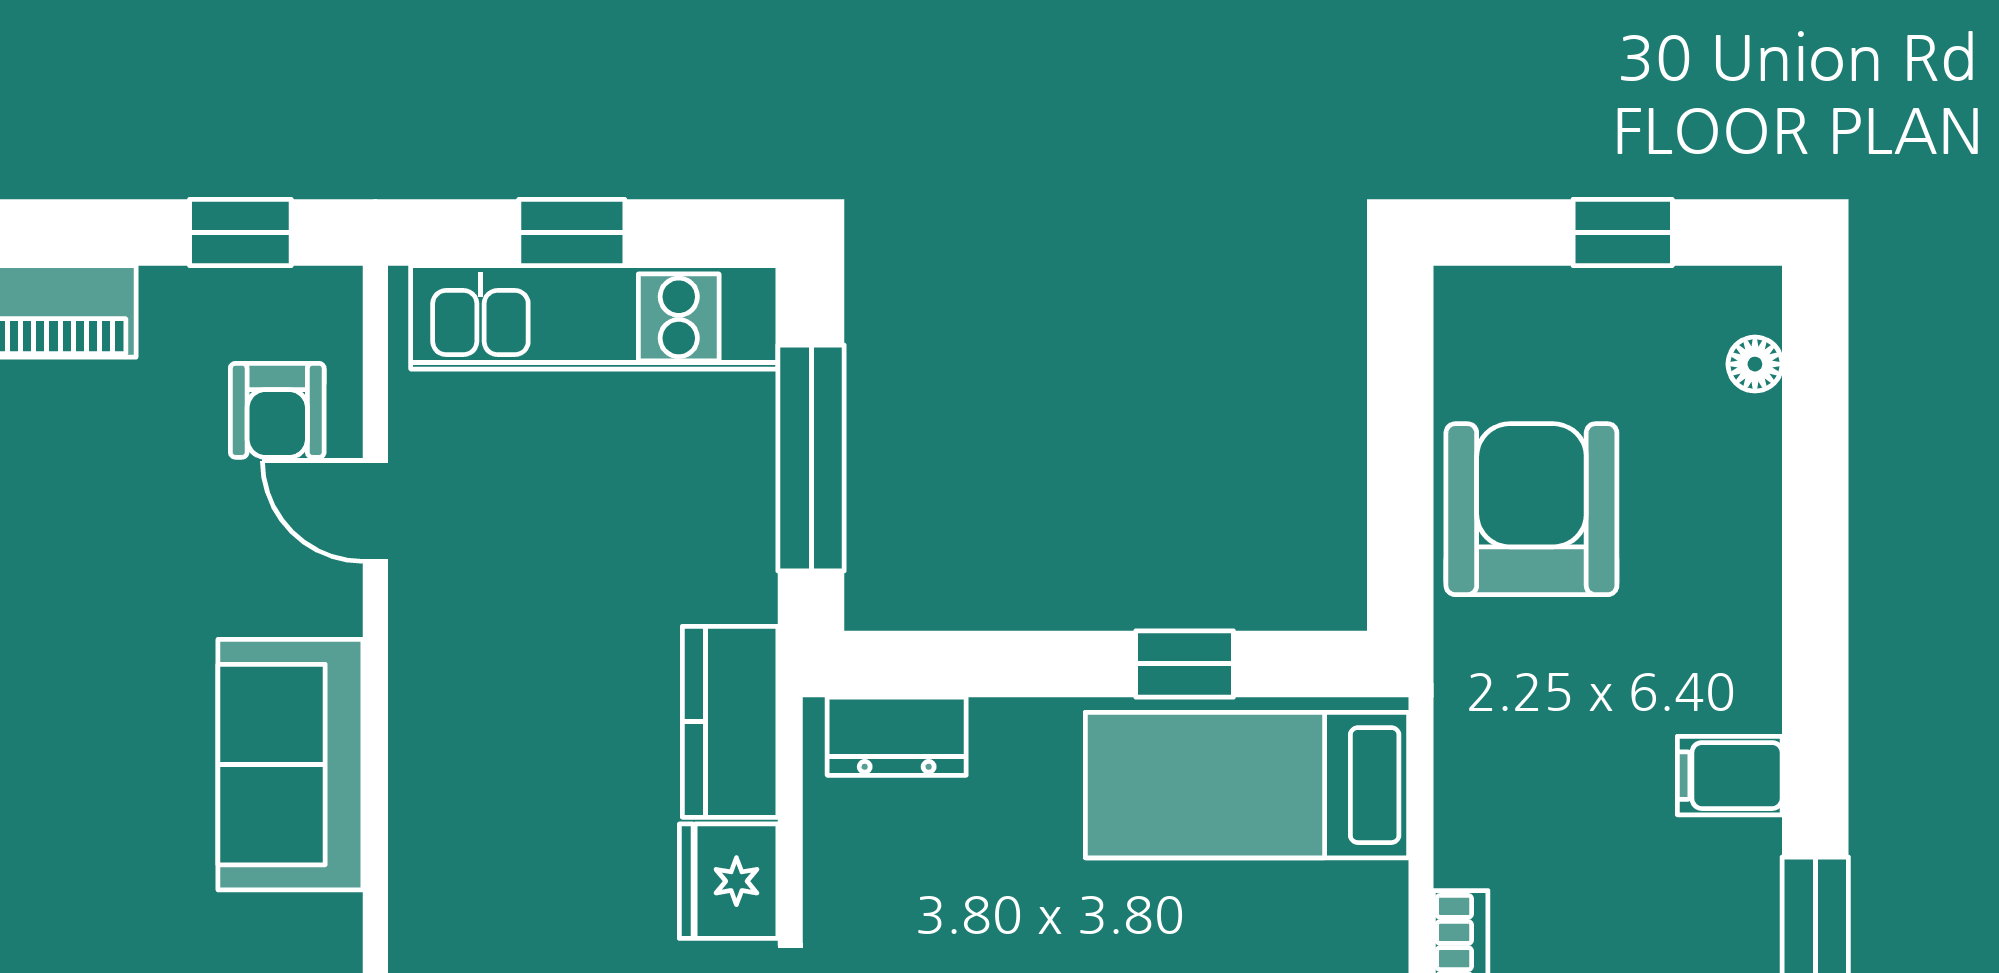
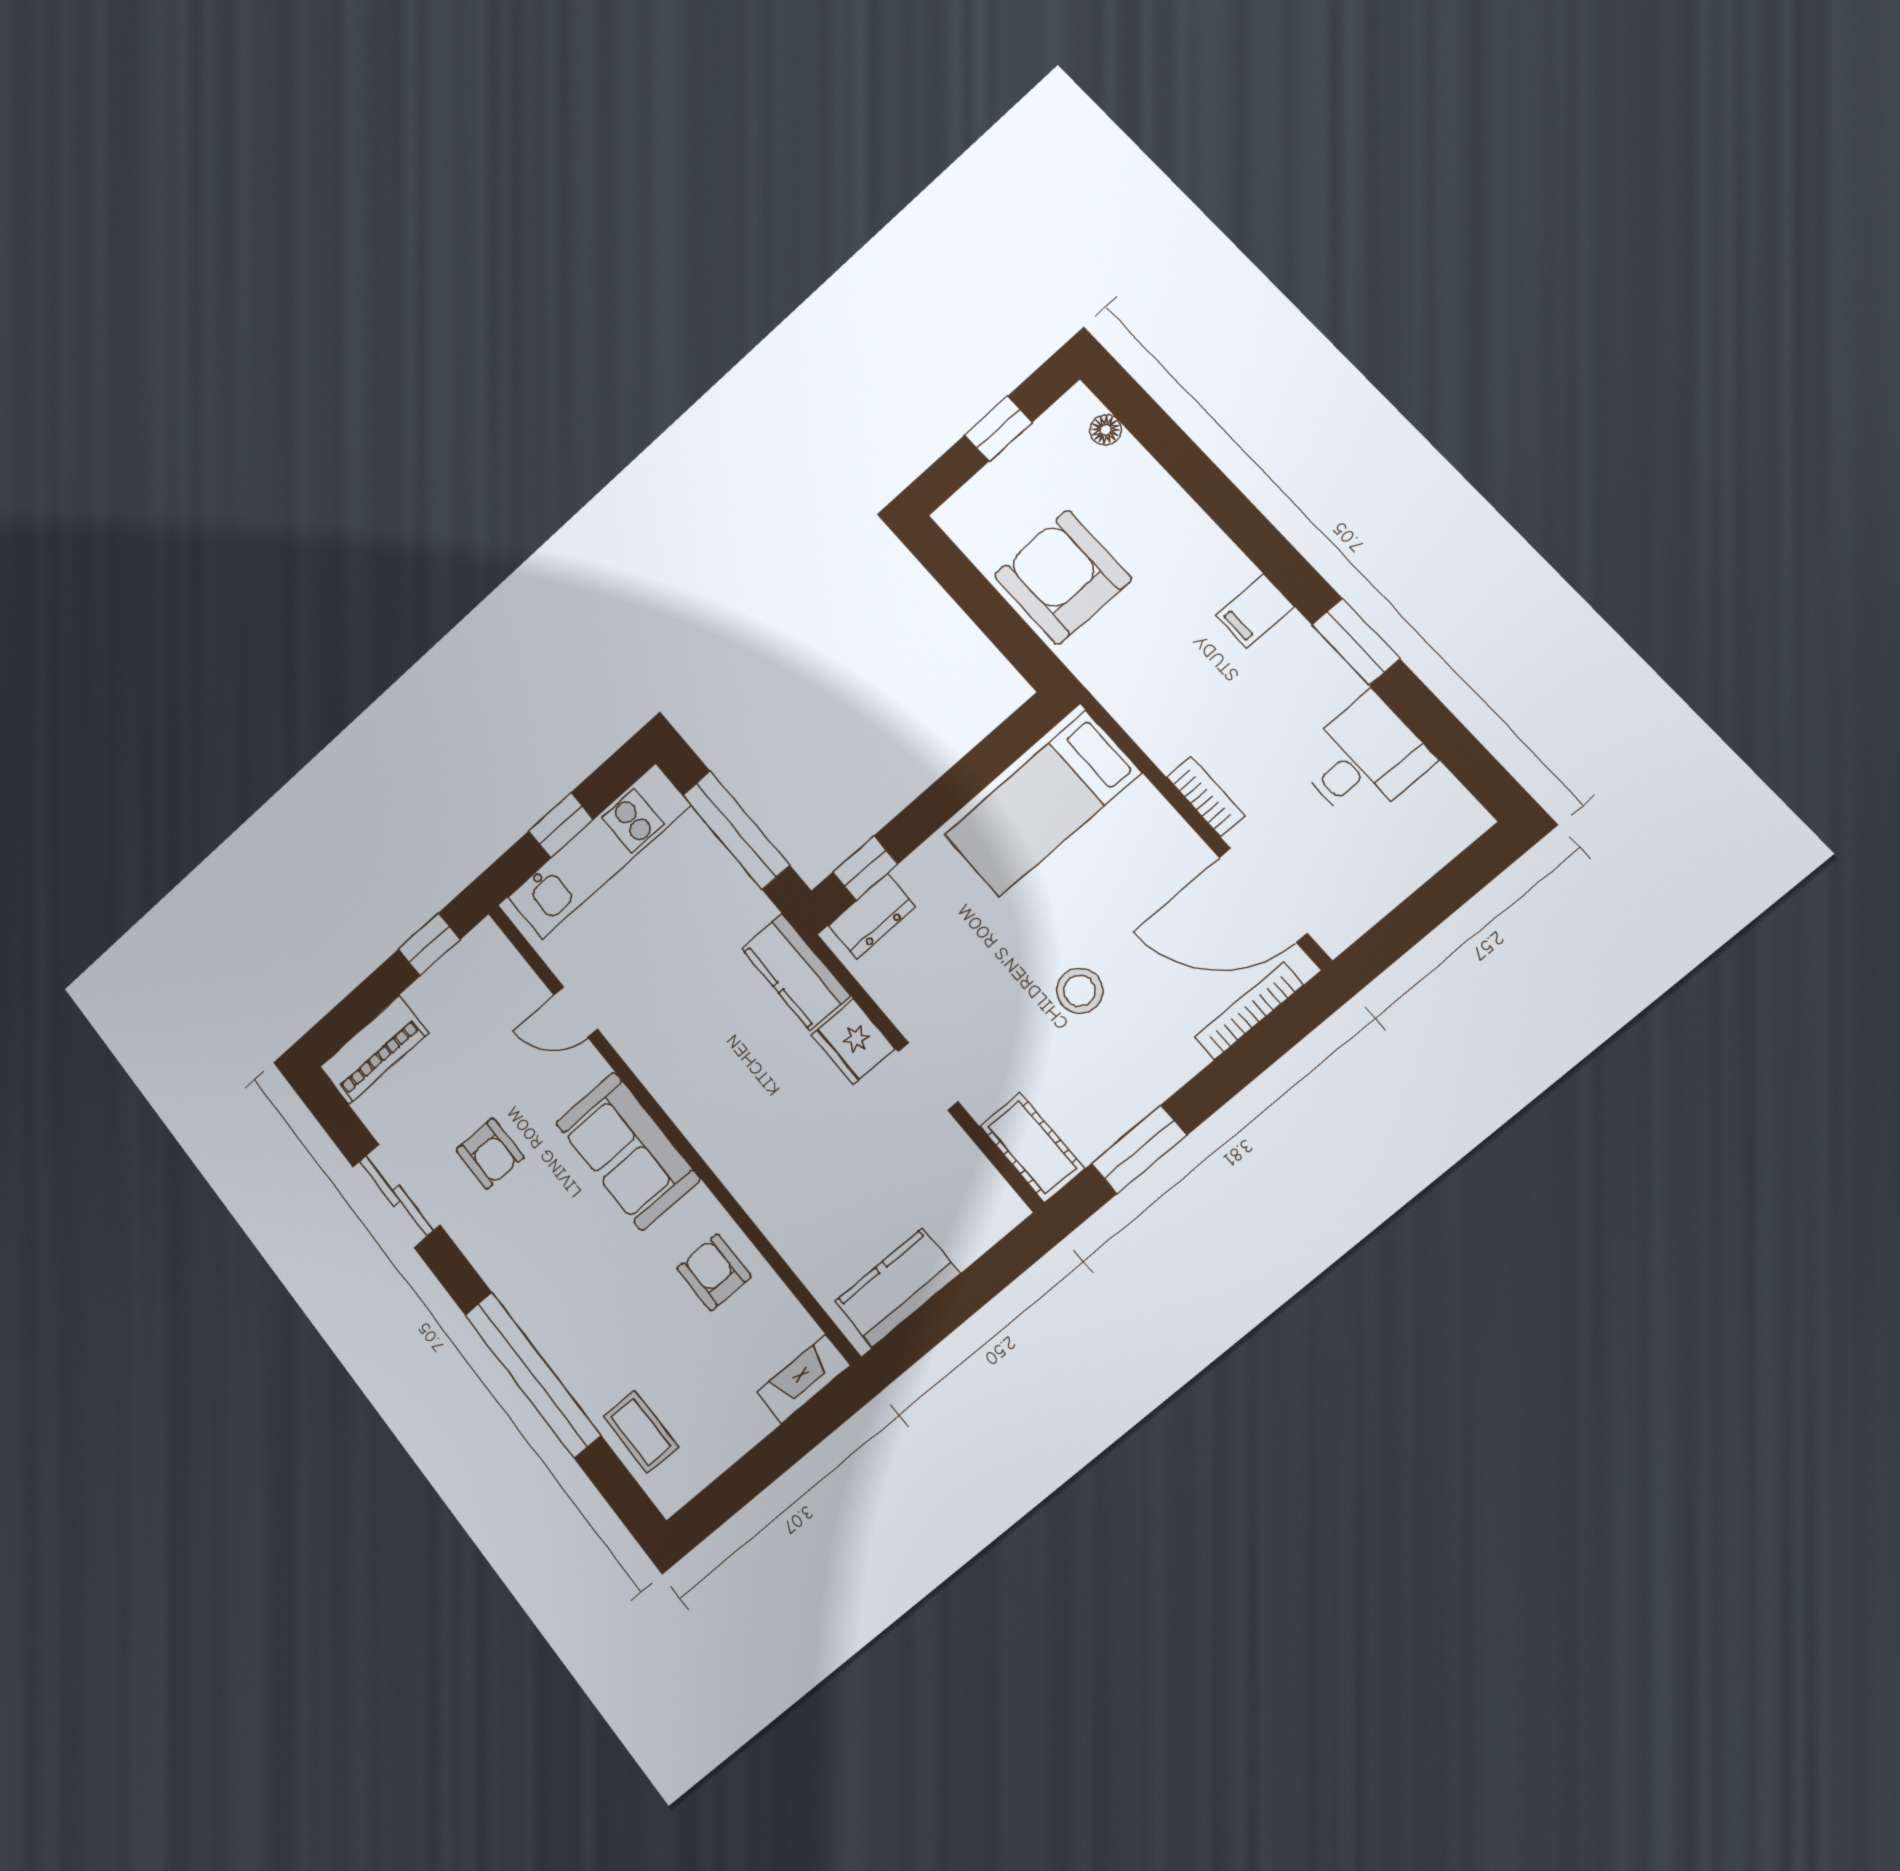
armchair: (277, 410) -> (490, 1153), moved
window: (1185, 664) -> (865, 868), moved

